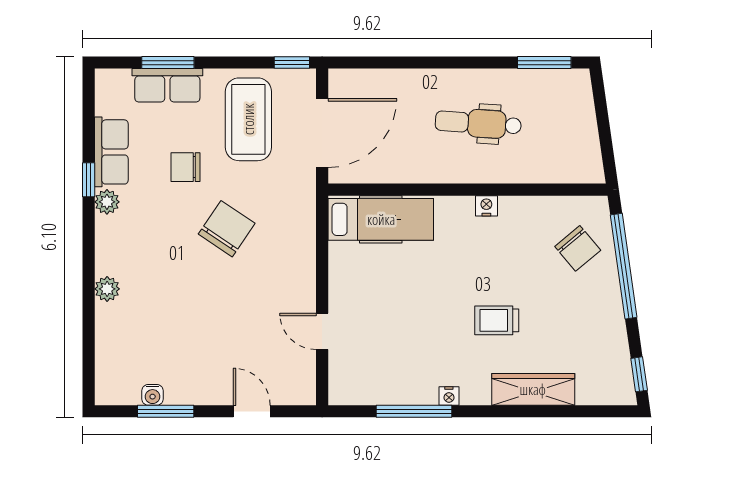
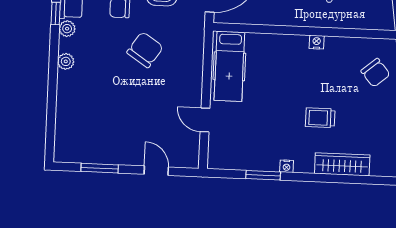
hospital bed: (381, 219) -> (229, 66), moved, turned 90
plant: (107, 289) -> (66, 61), moved
water cooler: (153, 395) -> (91, 157), removed
window: (414, 411) -> (263, 175), width x0.69

